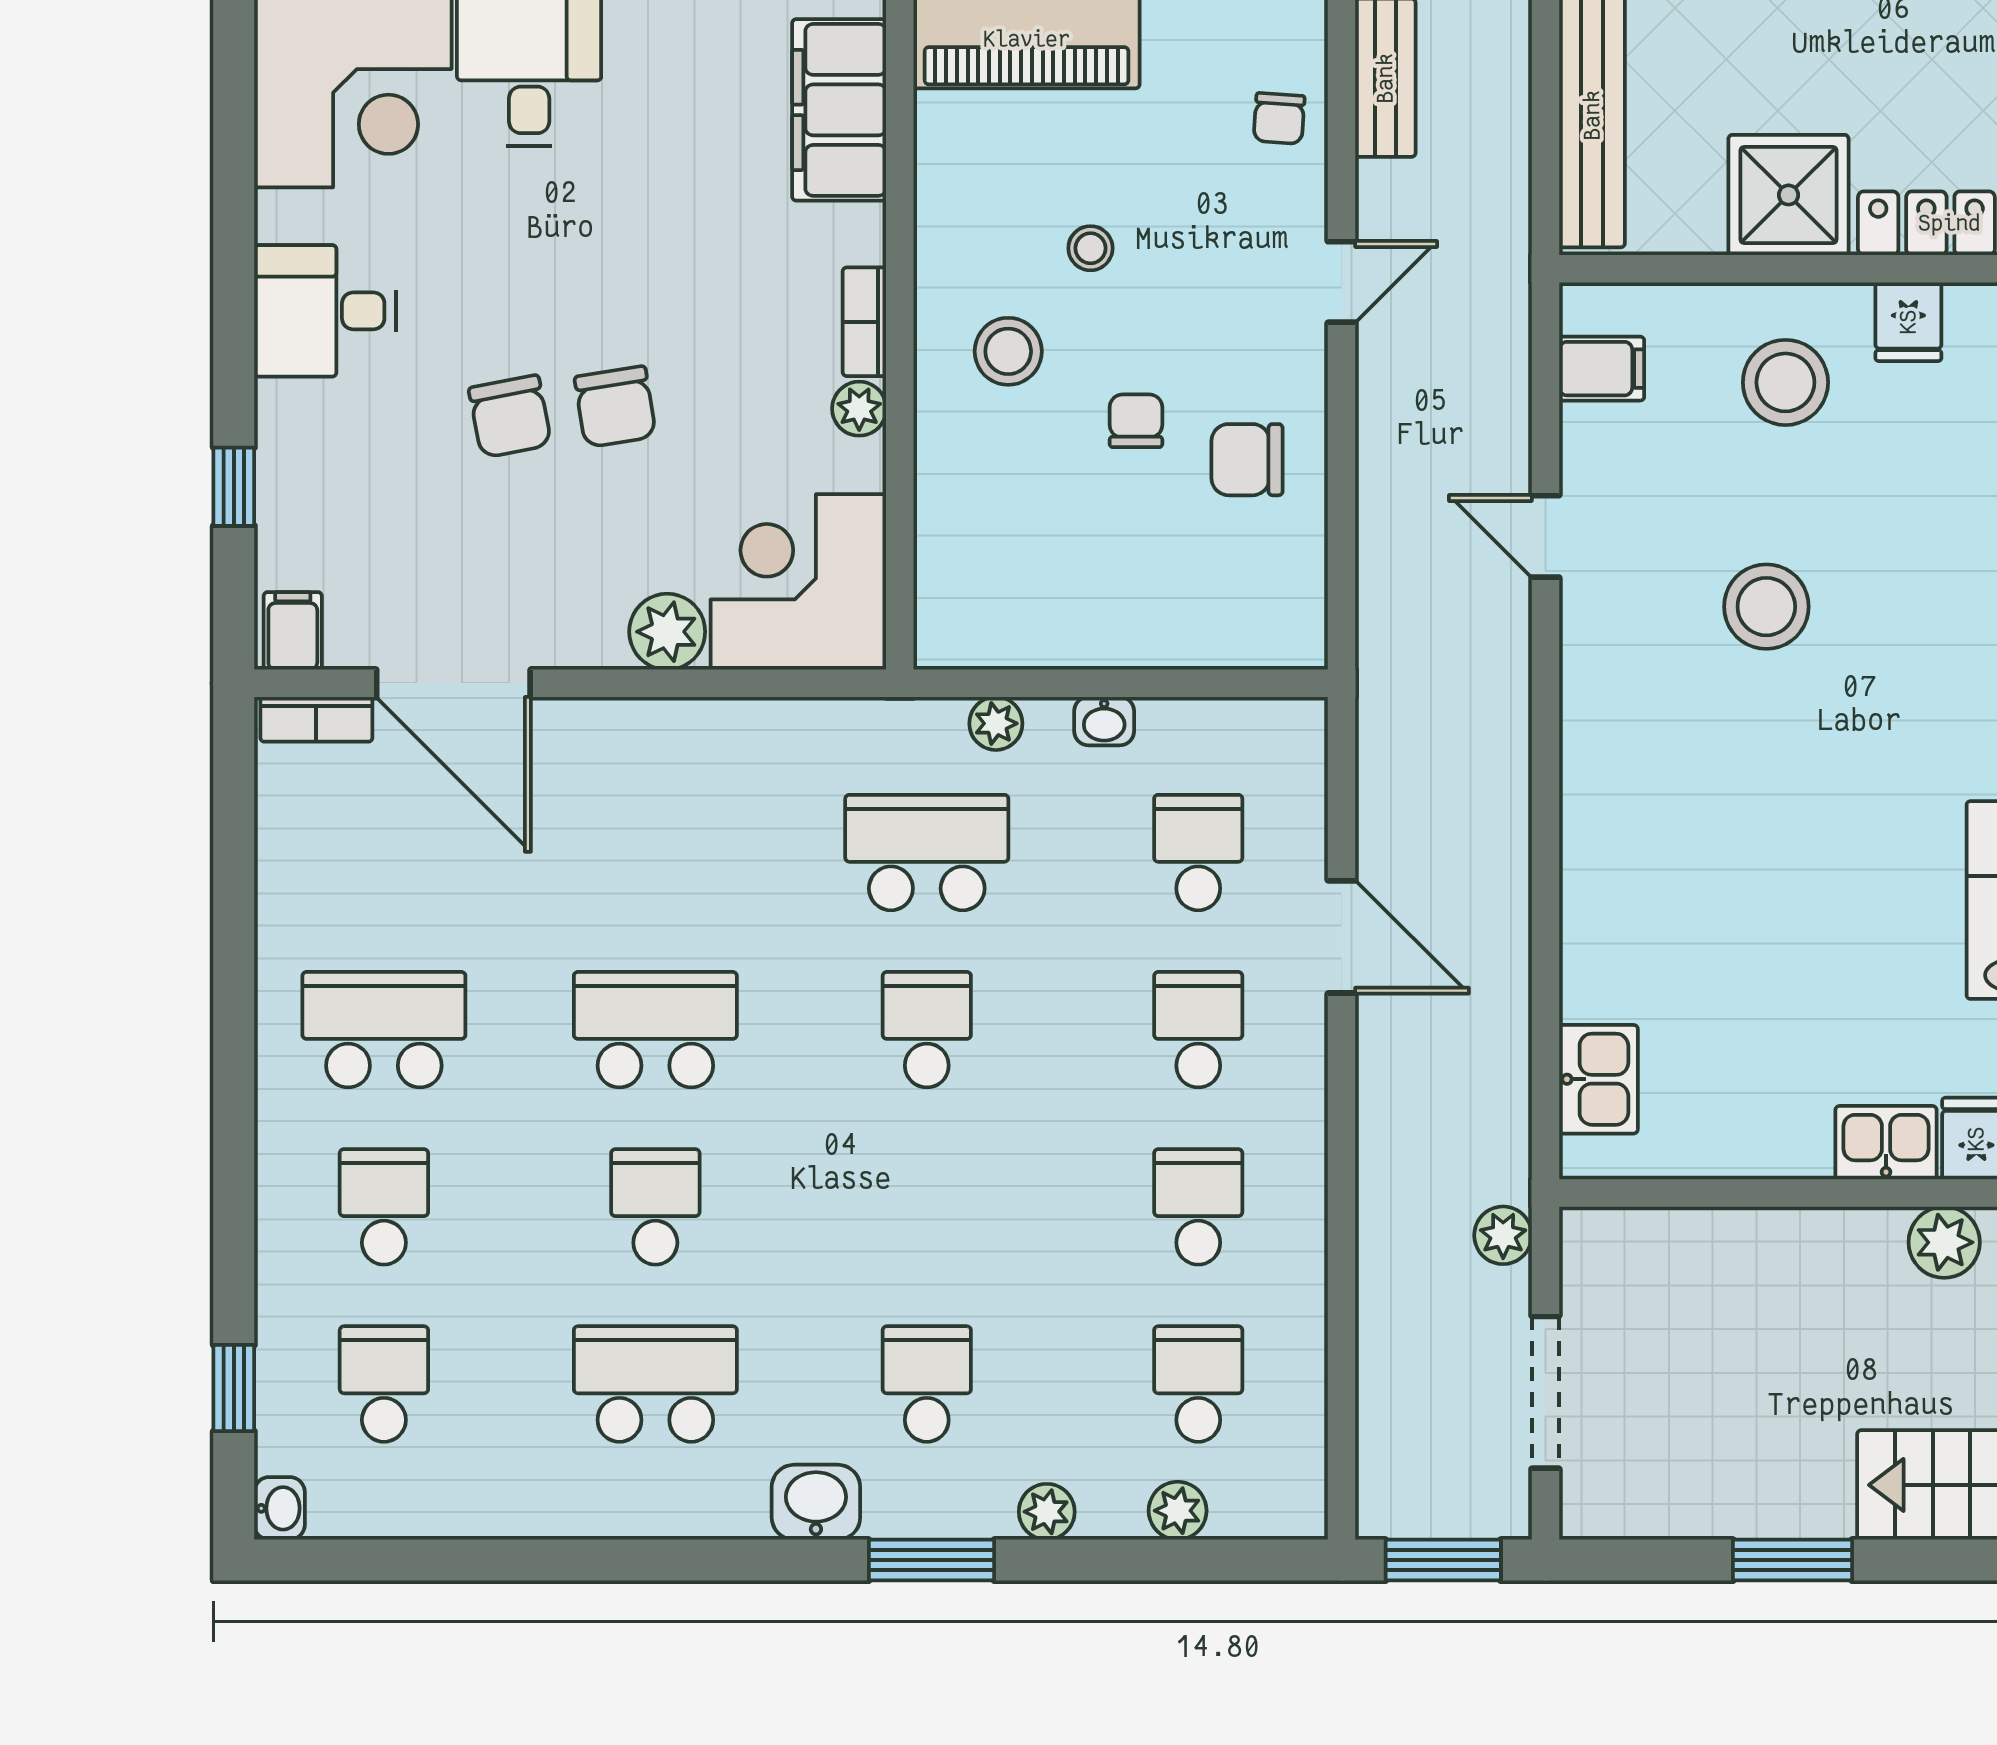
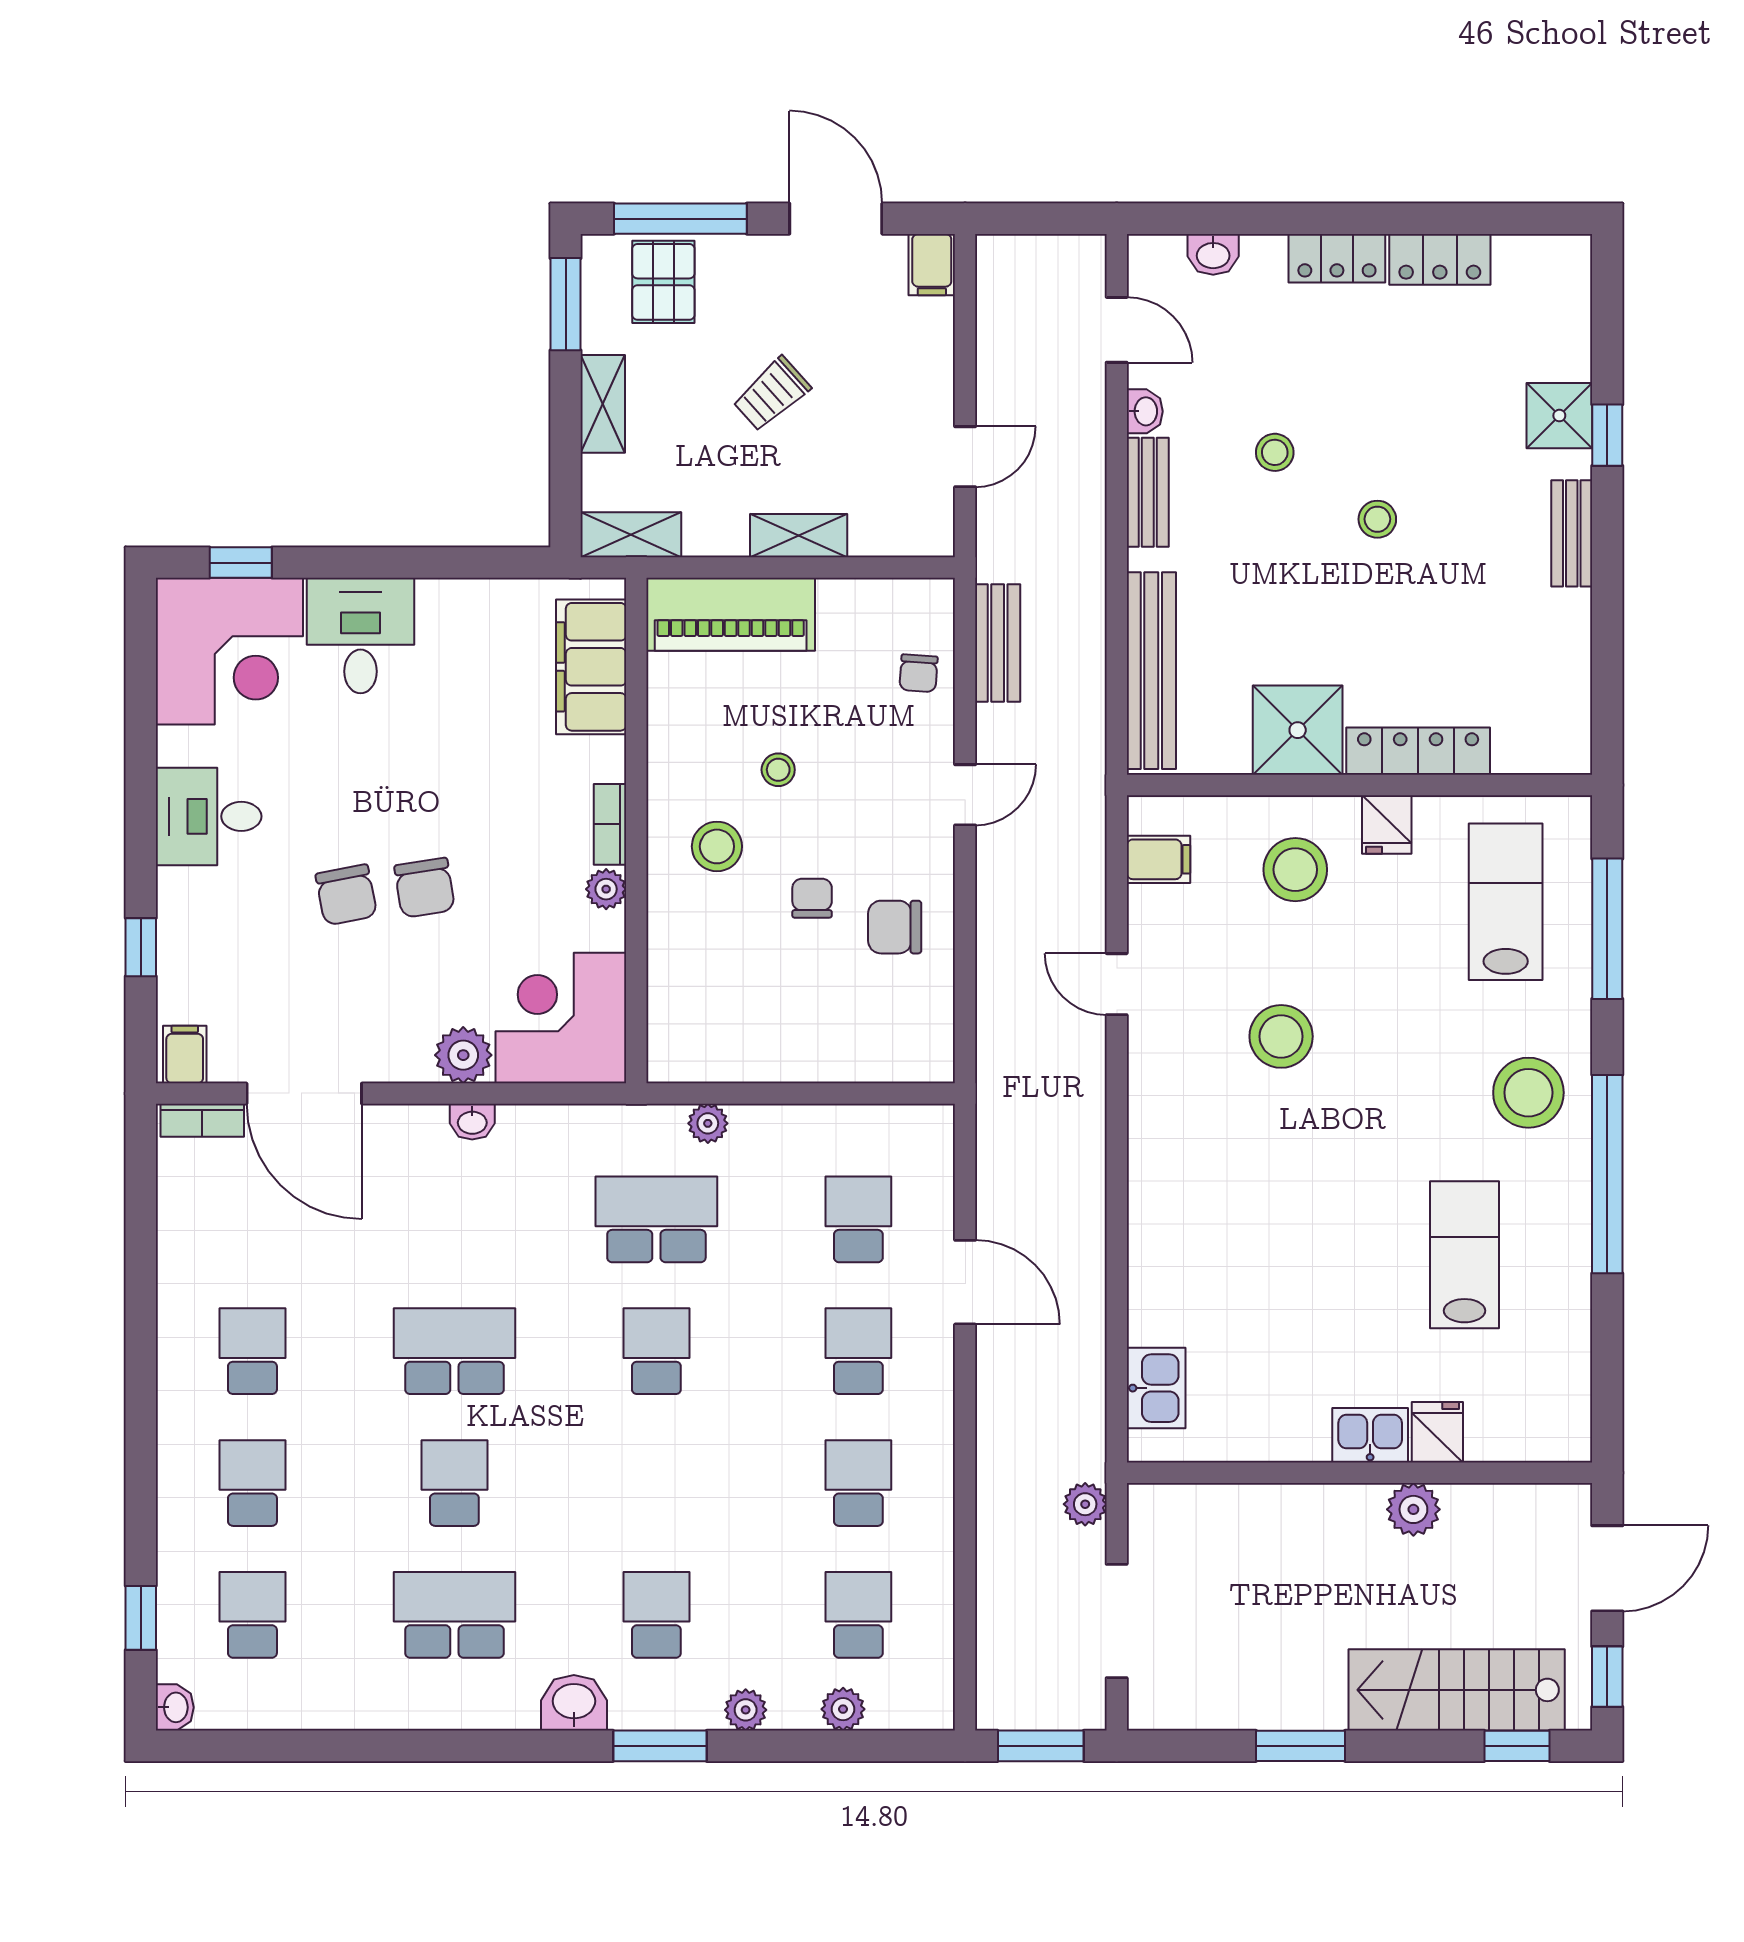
washbasin: (1104, 721) -> (472, 1122), moved
school desk: (384, 1030) -> (252, 1351), width x0.54

